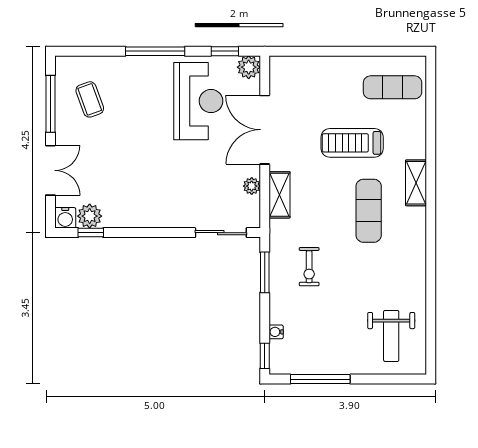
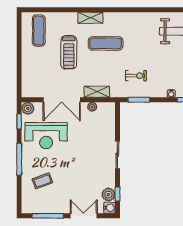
coffee table: (90, 99) -> (42, 181), moved
reception desk: (198, 101) -> (46, 136), turned 180
sliding door: (221, 233) -> (117, 155), moved

